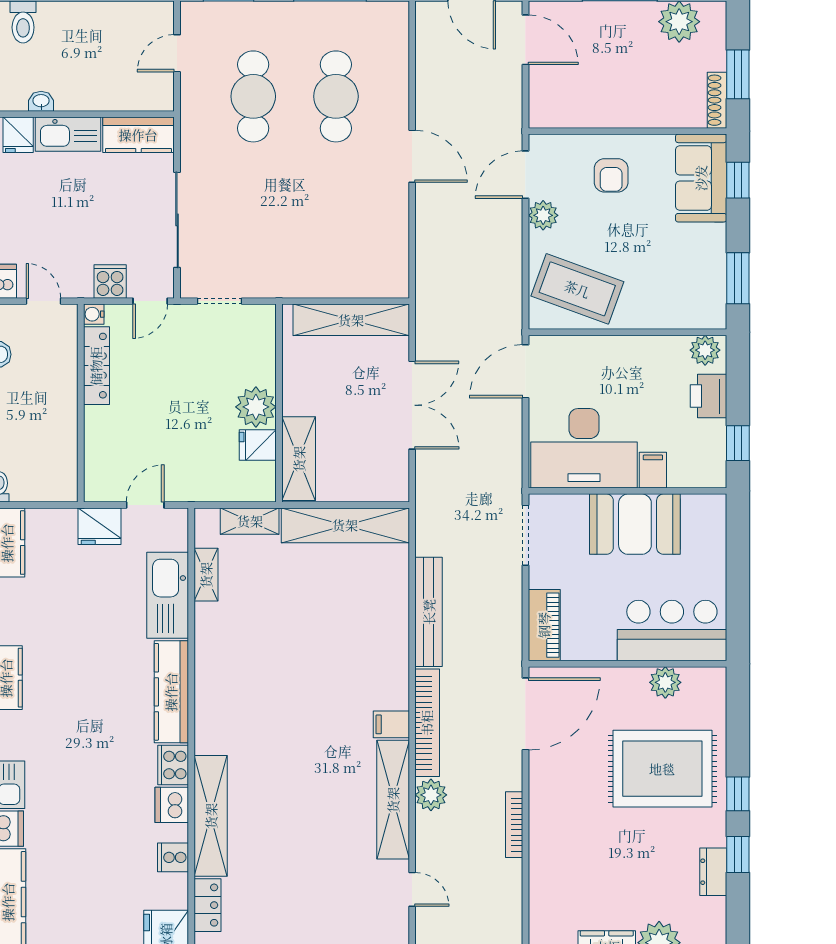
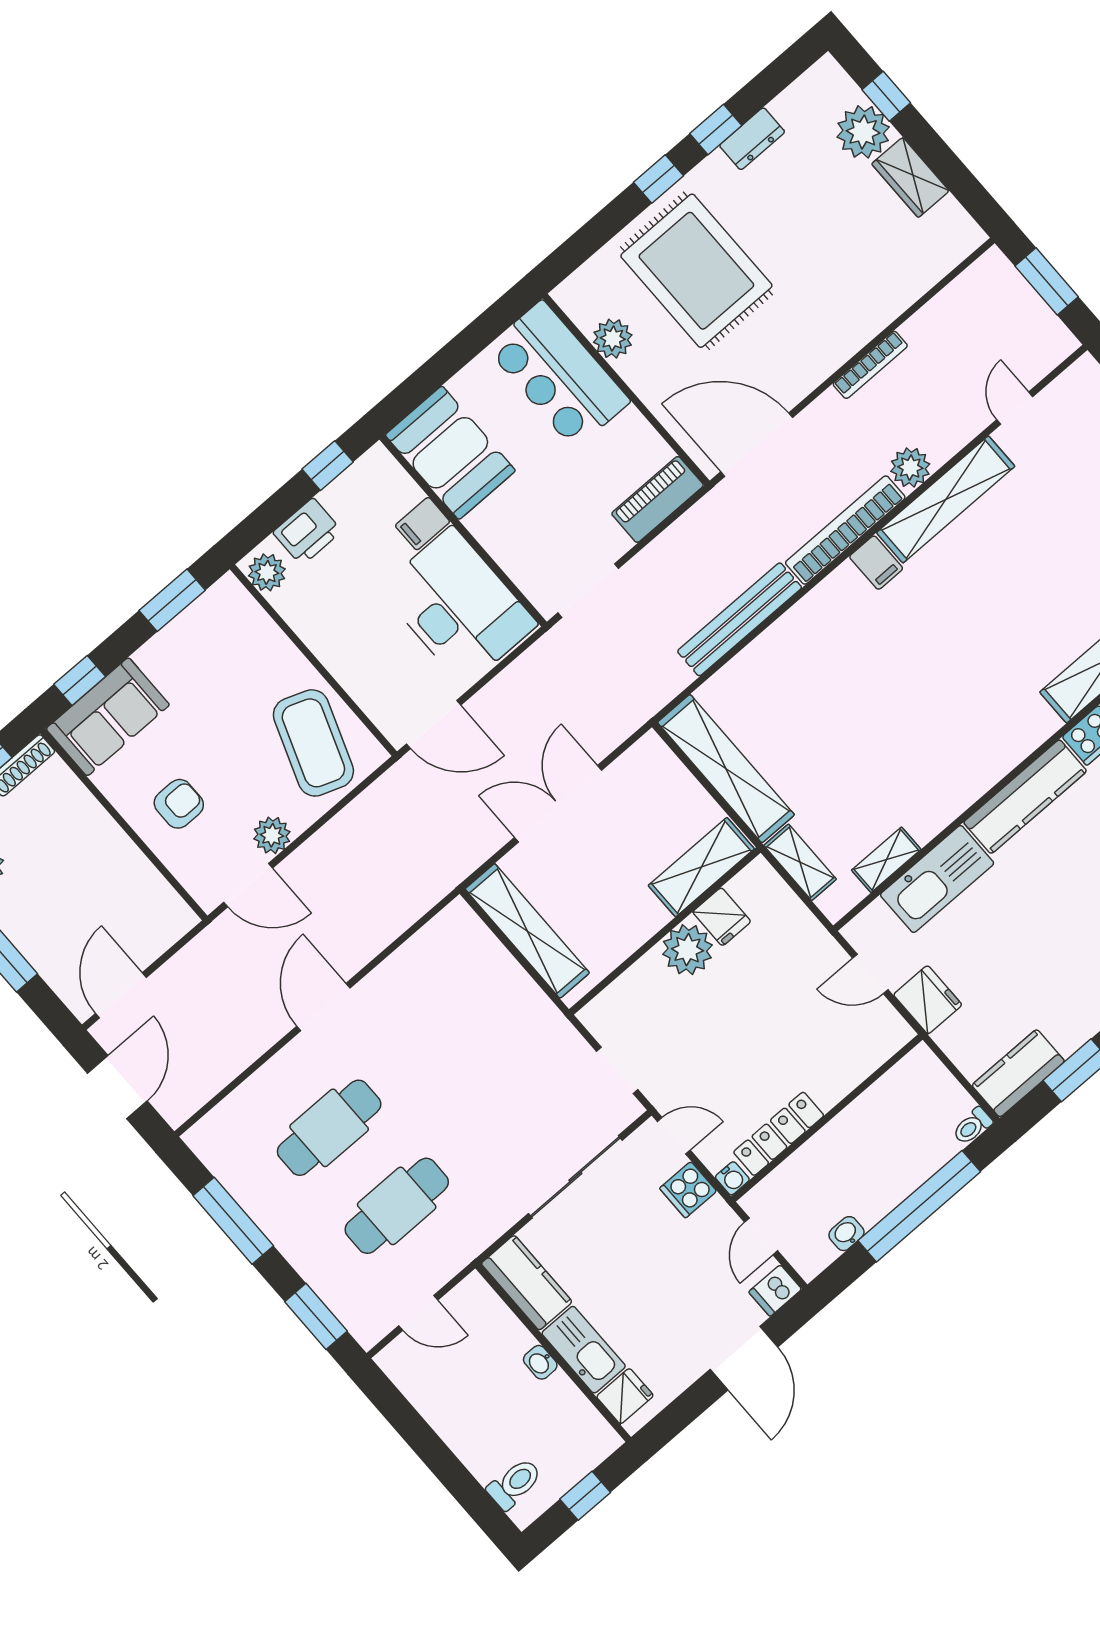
washbasin: (41, 101) -> (540, 1362), moved
booth: (635, 524) -> (450, 453), moved

